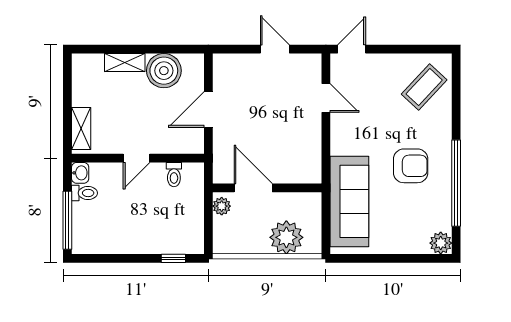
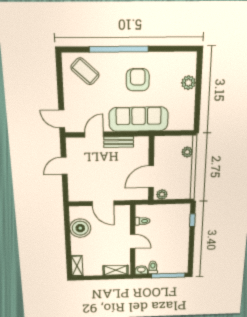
shelving: (125, 62) -> (77, 266), moved
bench: (313, 136) -> (119, 142), added
window: (456, 183) -> (119, 49), moved
sofa: (349, 201) -> (139, 119), moved
plant: (286, 237) -> (187, 152), width x0.53, depth x0.53
plant: (441, 243) -> (188, 83), moved

